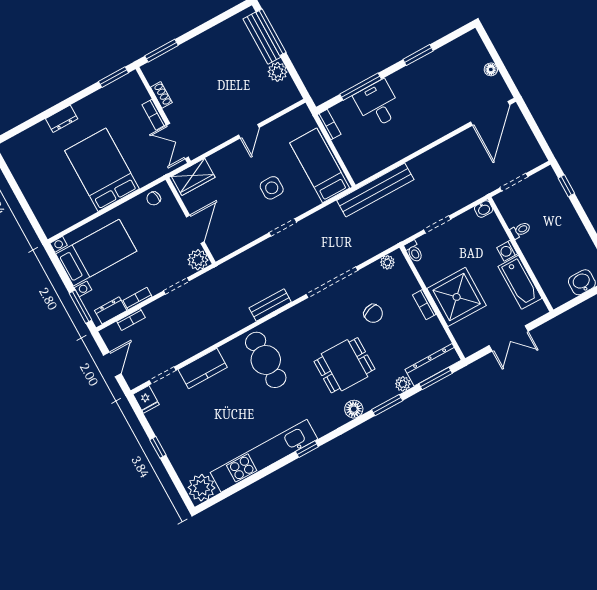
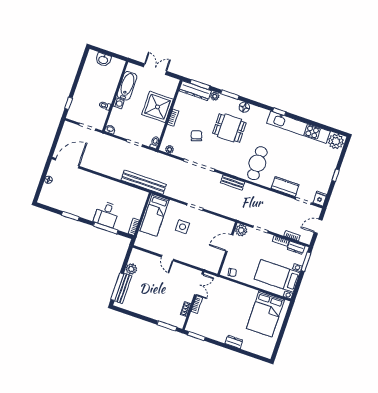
door: (249, 131) -> (167, 258), swing flipped
bed: (102, 170) -> (265, 314), moved
wardrobe: (193, 177) -> (208, 264), removed

